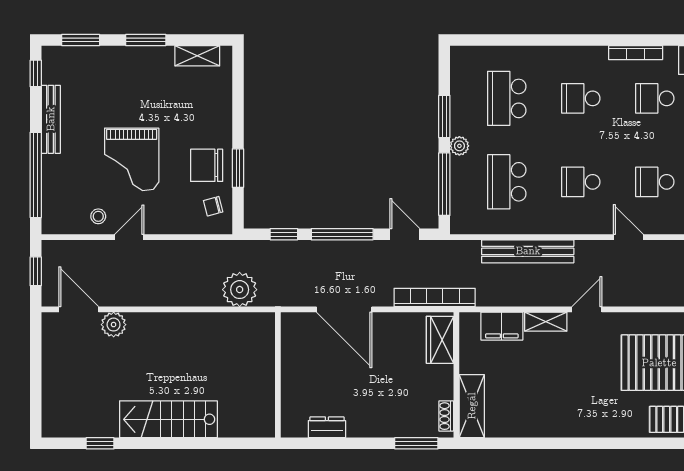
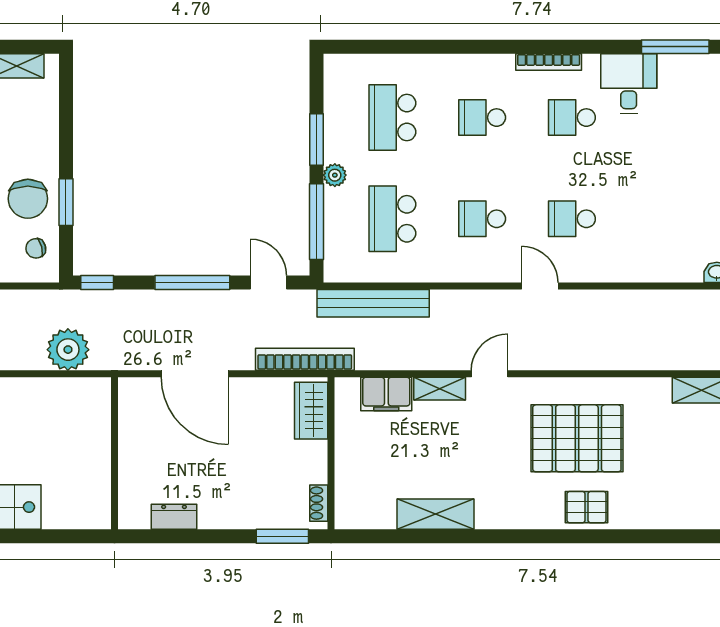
chair: (207, 165) -> (28, 199), turned -90
window: (284, 234) -> (97, 282), moved
bench: (528, 251) -> (373, 303), moved
shelving: (472, 406) -> (435, 514), moved, turned 90

